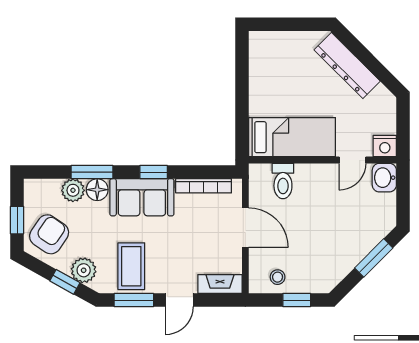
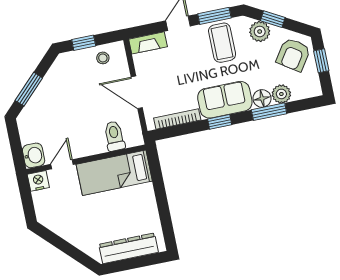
dresser: (347, 65) -> (129, 248), moved, turned -45

